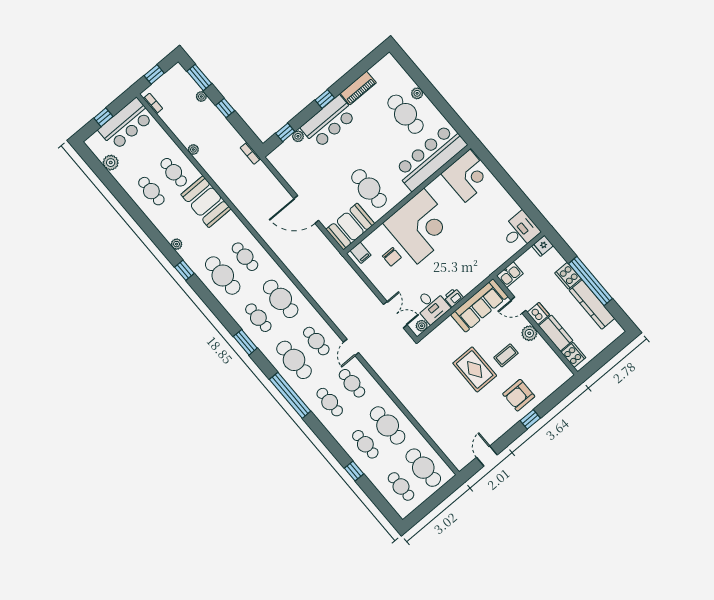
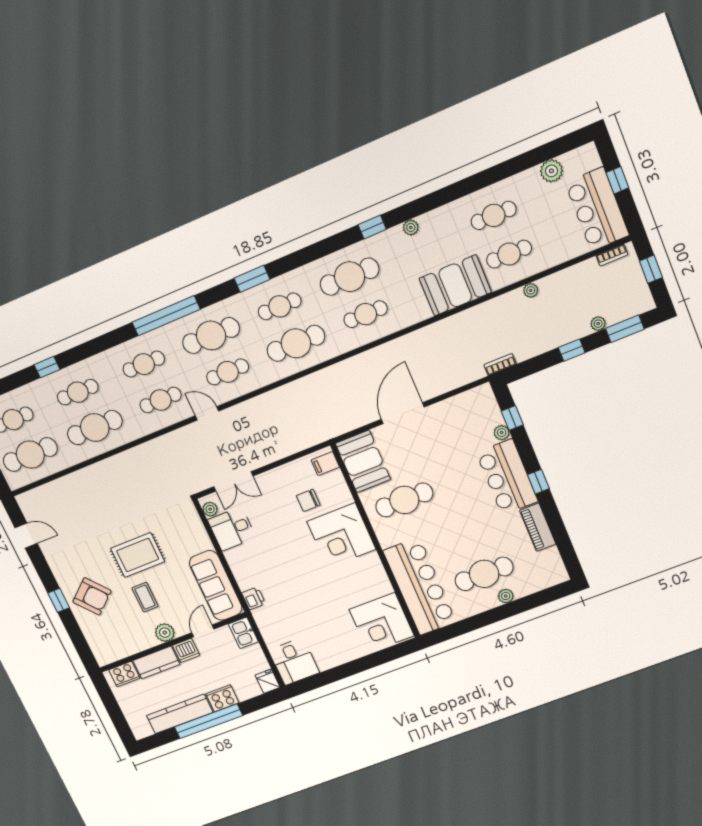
corner desk: (420, 226) -> (341, 535), width x0.74, depth x0.74
printer: (453, 297) -> (254, 598), moved
armchair: (519, 395) -> (92, 596), turned 140

